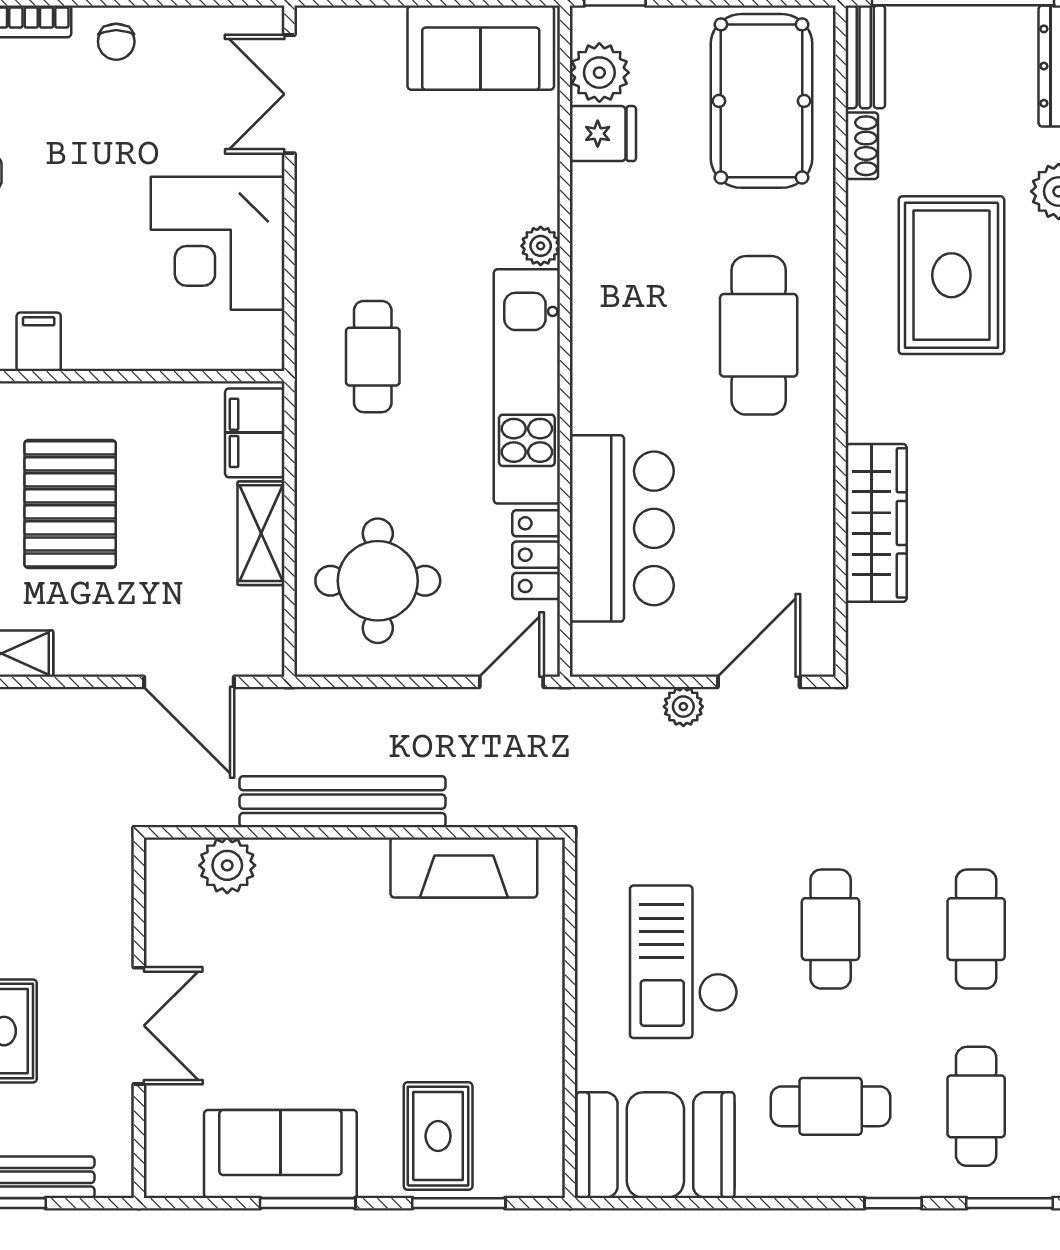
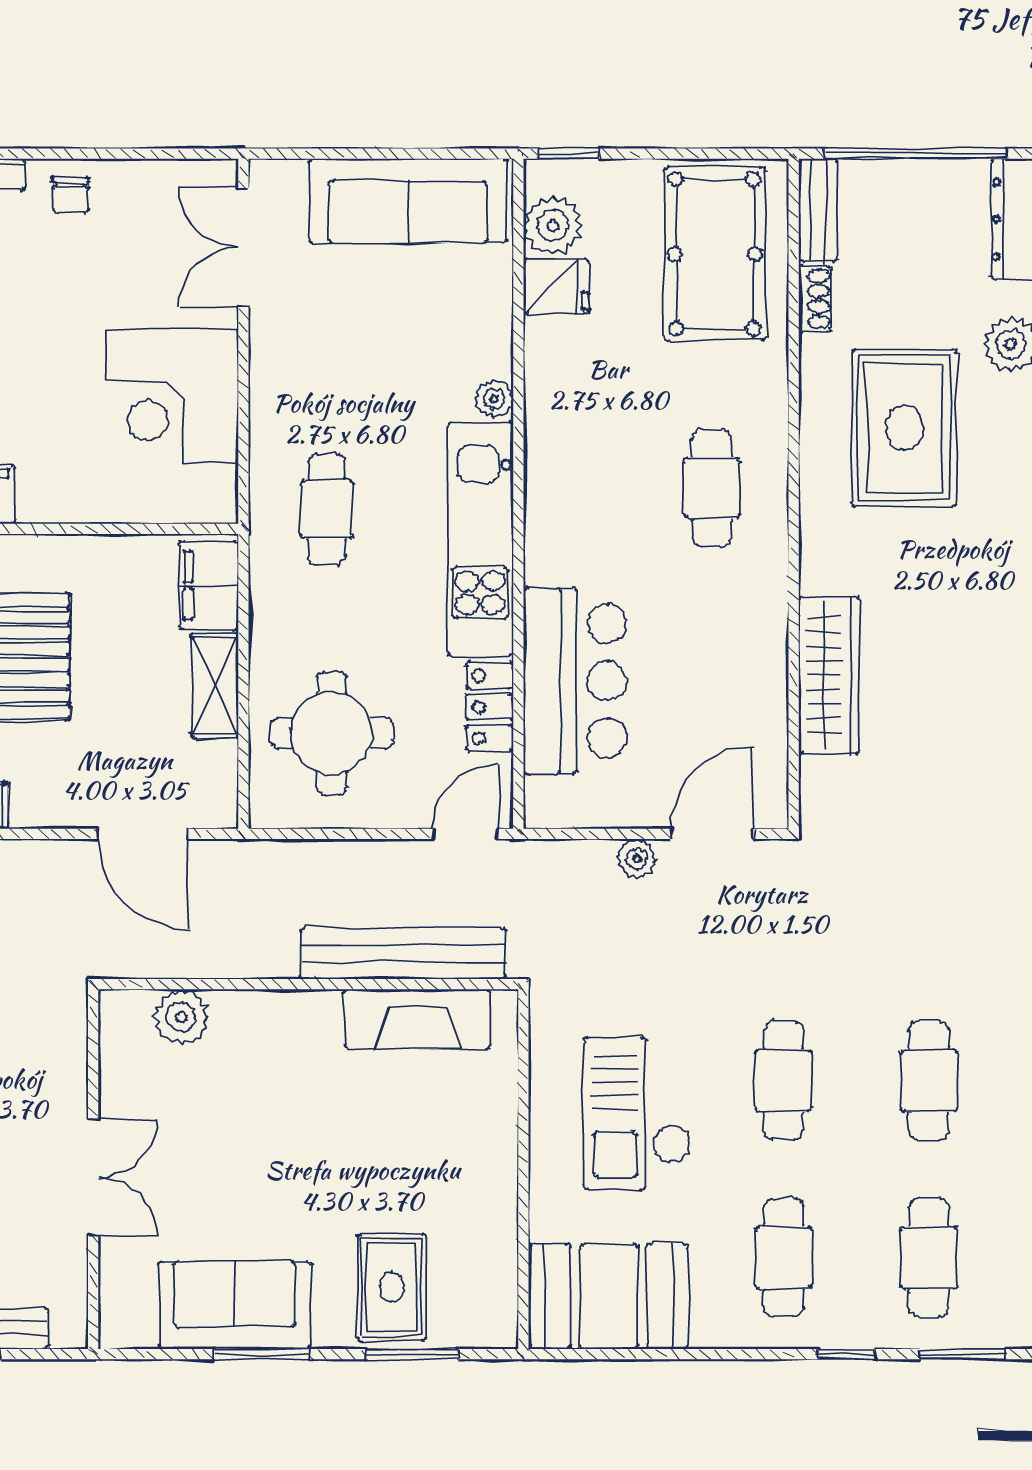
sofa: (481, 48) -> (408, 201), width x1.36
cafe table: (759, 335) -> (712, 488), width x0.73, depth x0.74
bench: (343, 802) -> (403, 953), moved
cafe table: (831, 1106) -> (784, 1258), turned 90

